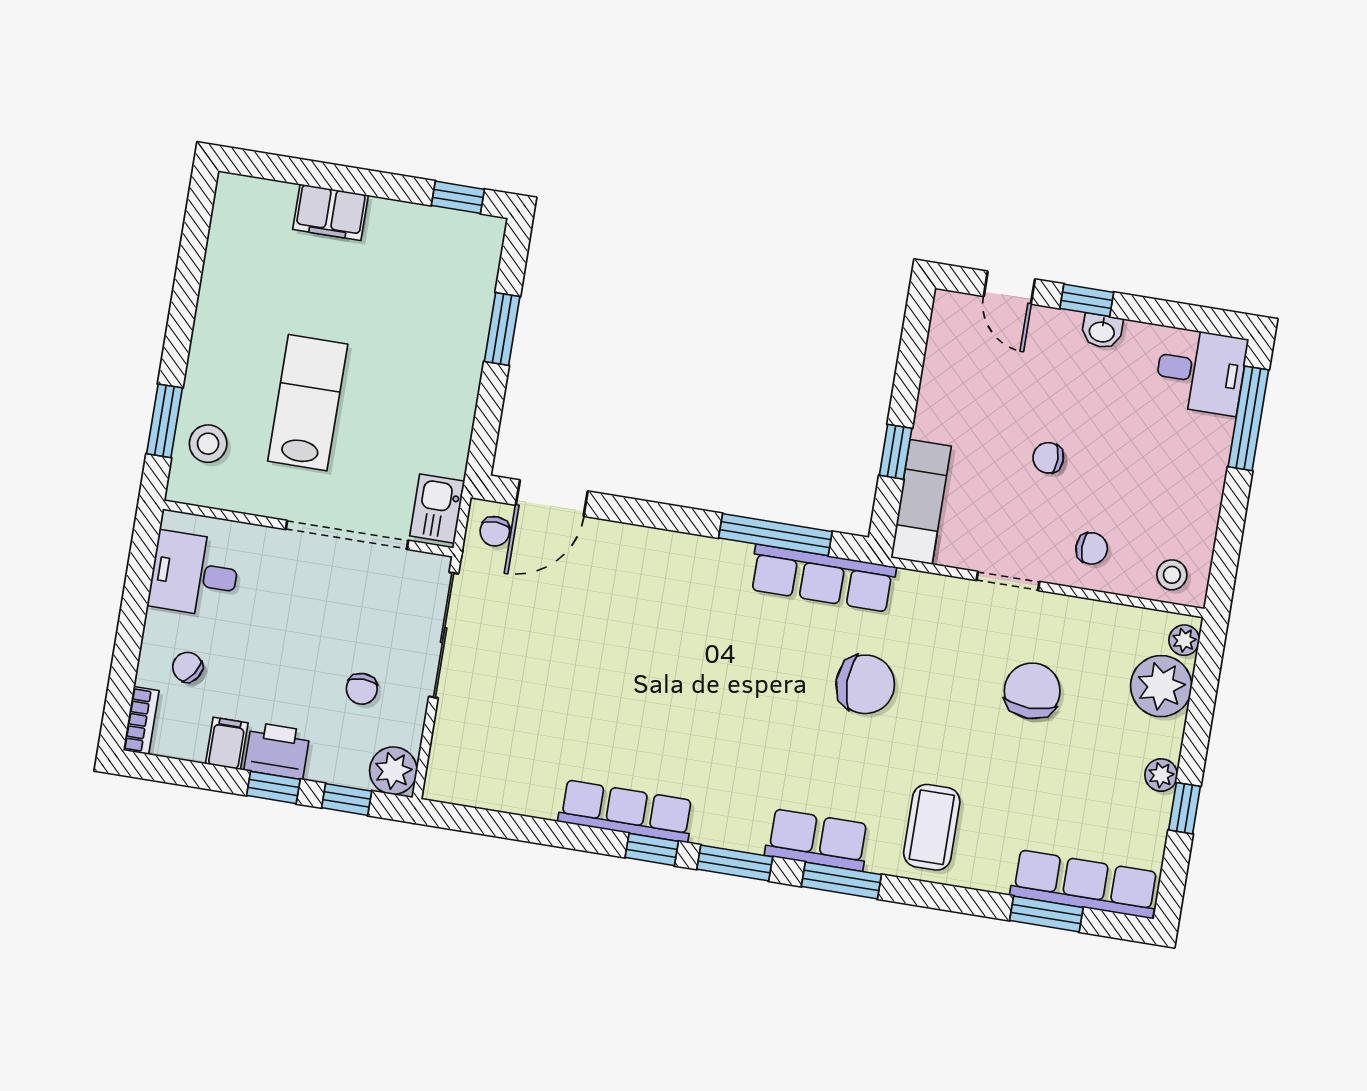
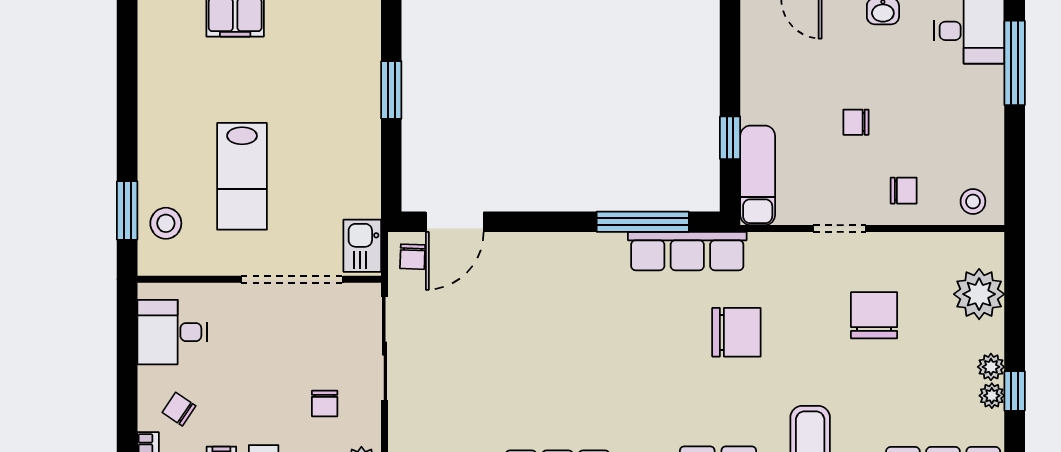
lab bench: (308, 403) -> (242, 176), turned 180
plant: (1184, 640) -> (992, 396), moved

